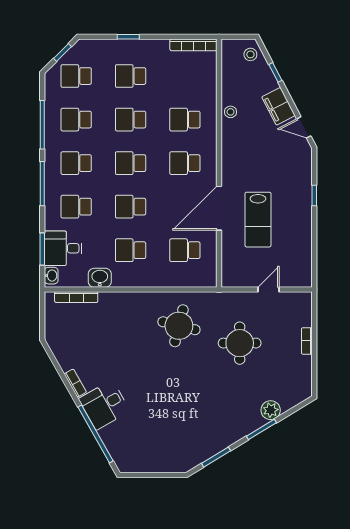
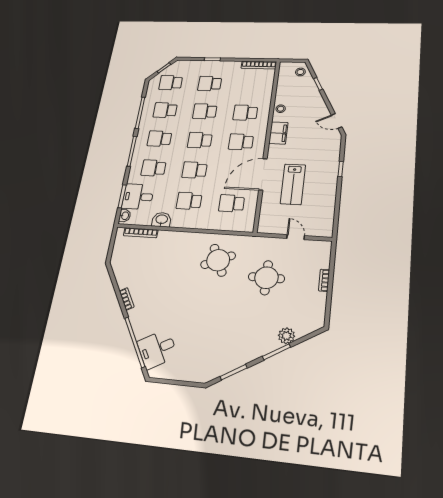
filing cabinet: (278, 106) -> (278, 133), moved, turned -153
door: (269, 289) -> (296, 237), hinge flipped
round table: (179, 326) -> (218, 260), turned -38
desk: (104, 405) -> (157, 349), moved

